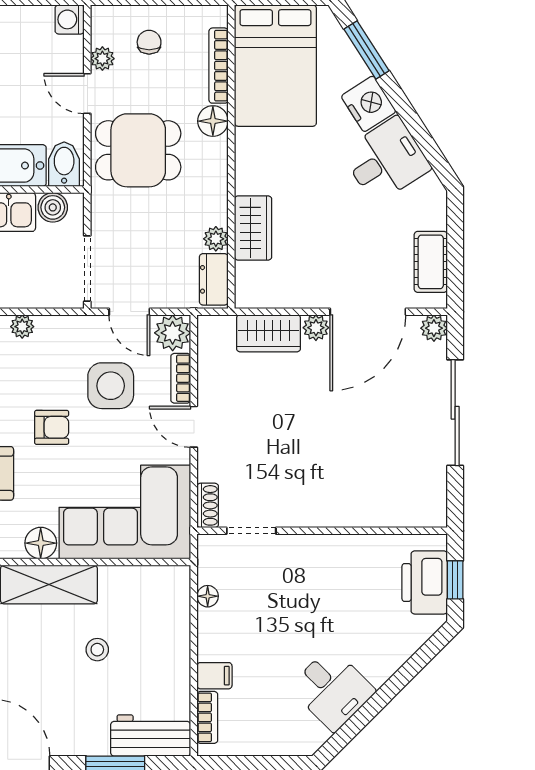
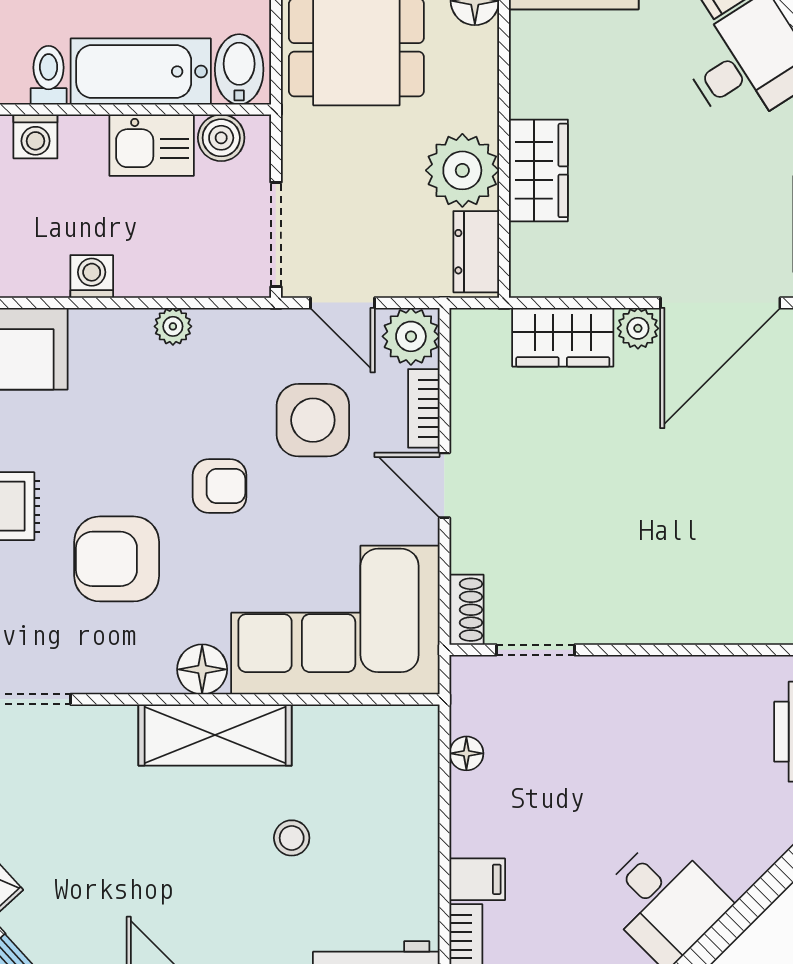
plant: (216, 239) -> (462, 170), width x1.87, depth x1.87

